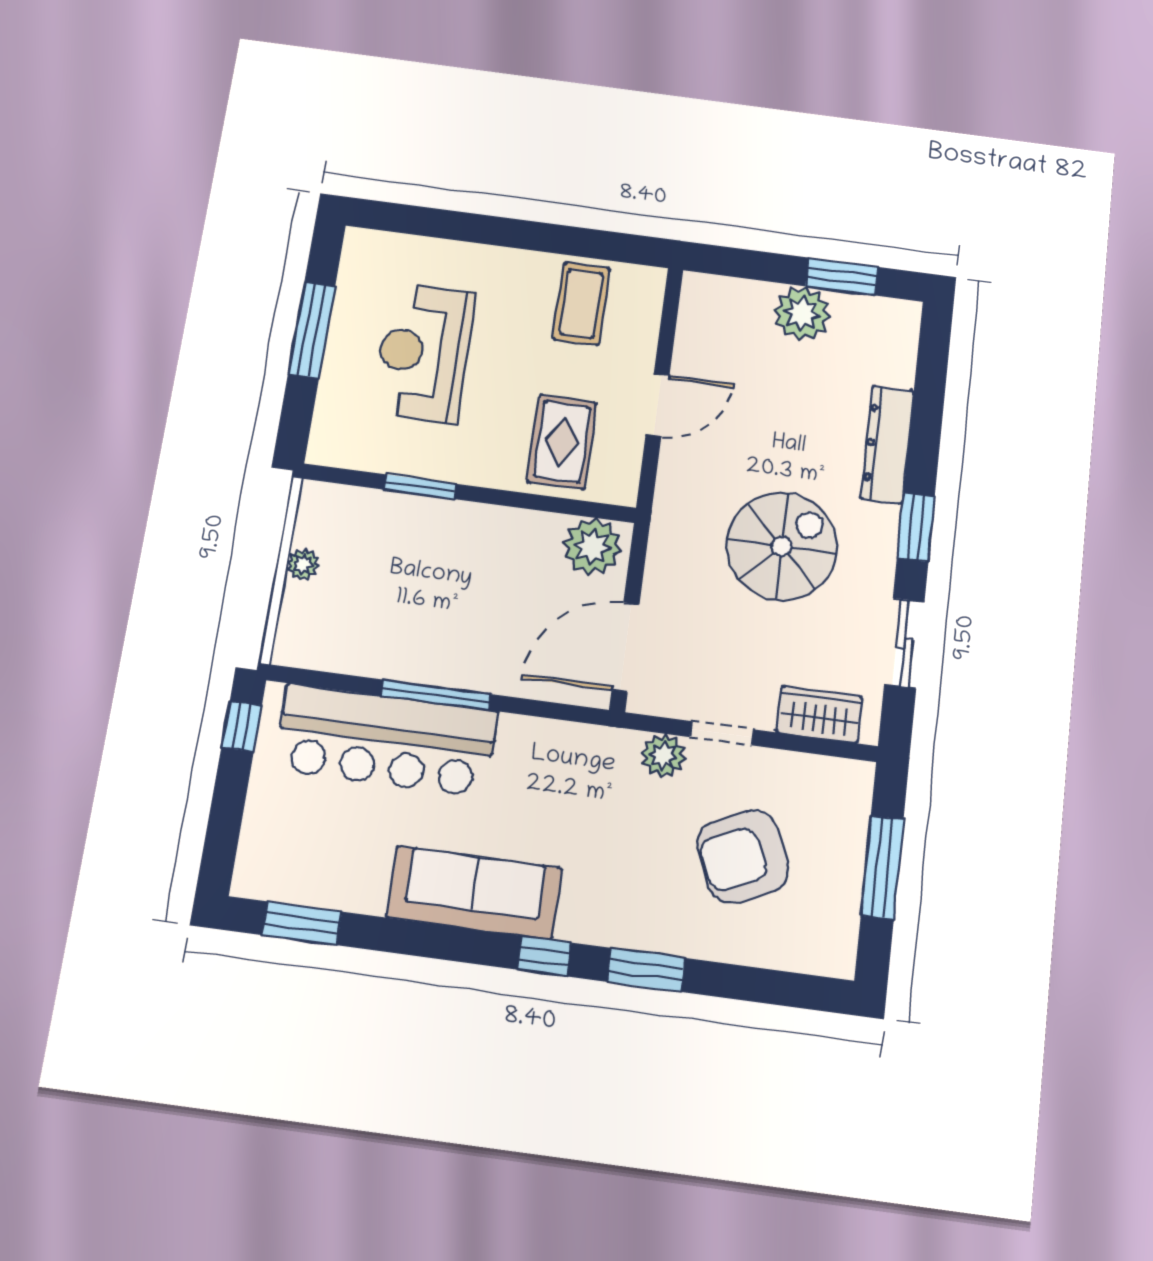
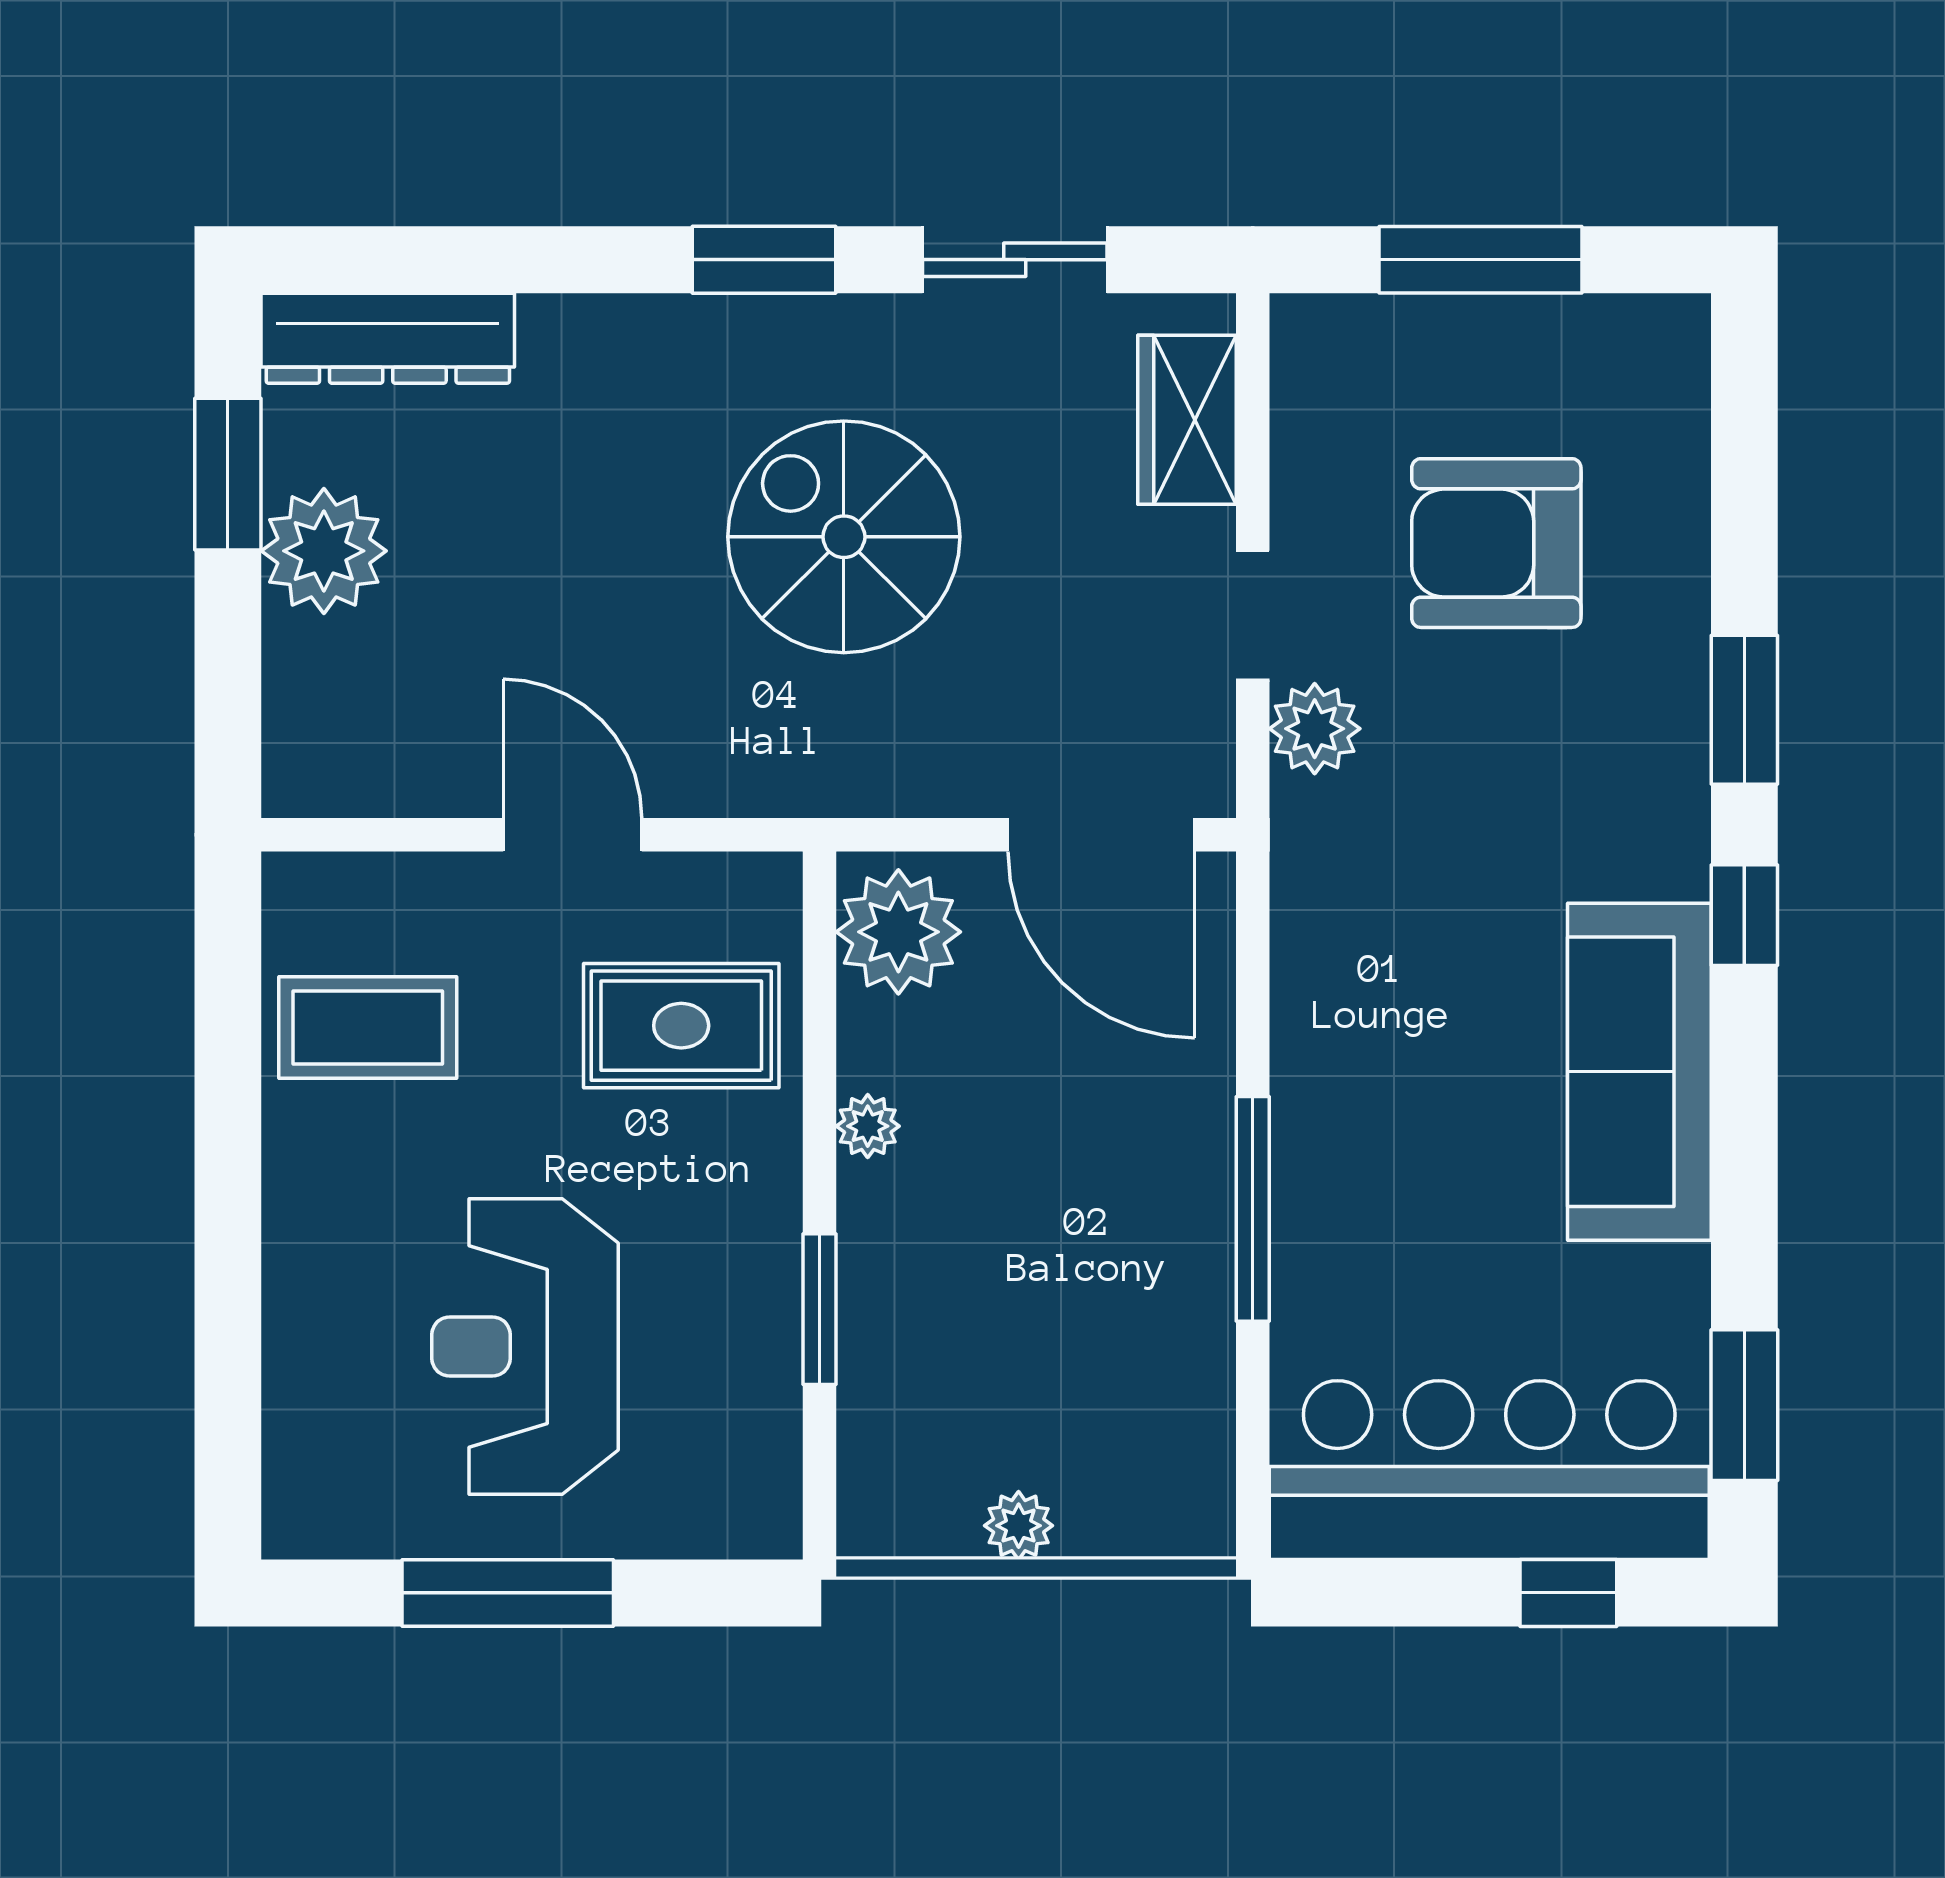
reception desk: (424, 353) -> (525, 1347), turned 90
dresser: (887, 444) -> (388, 338), moved
plant: (503, 520) -> (868, 1126), added
window: (242, 726) -> (1568, 1593), moved
bar counter: (386, 740) -> (1489, 1470), moved, turned -90
armchair: (743, 857) -> (1496, 543), turned 114

